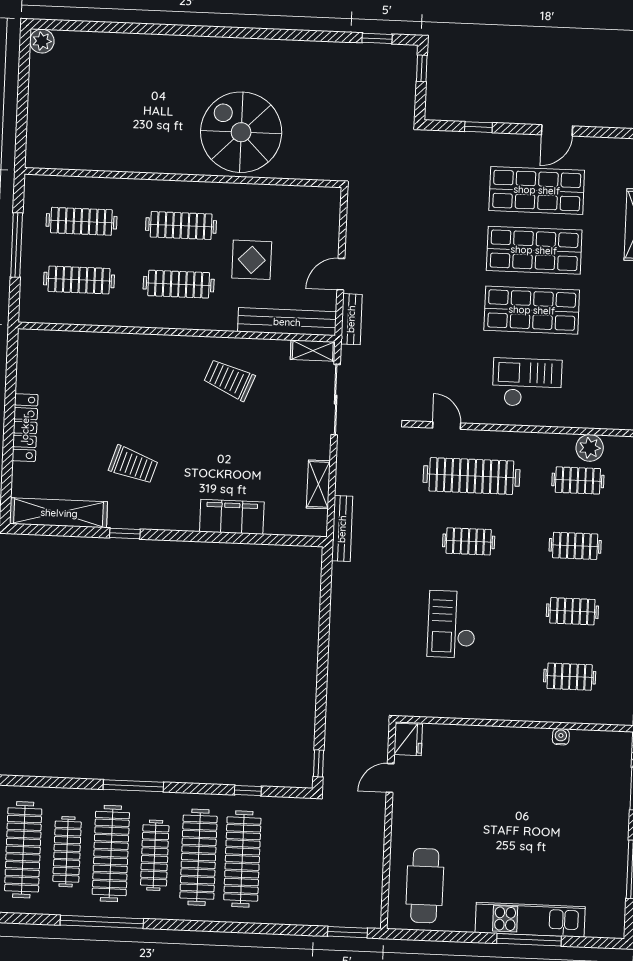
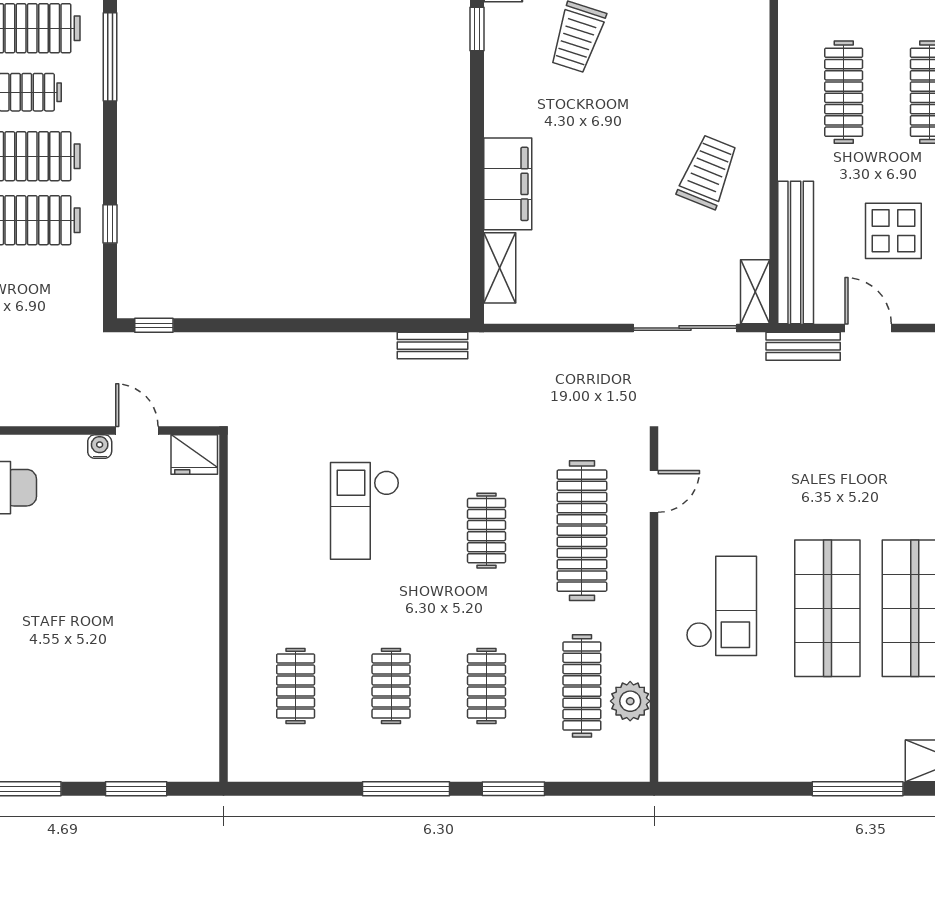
display table: (252, 260) -> (893, 231), moved
clothes rail: (578, 480) -> (582, 686), width x1.36
shelving: (318, 484) -> (500, 268), moved, turned 90
bench: (342, 529) -> (433, 346), moved, width x0.73
checkout: (452, 624) -> (365, 511), turned -90
water cooler: (561, 737) -> (100, 447), moved, turned -90

